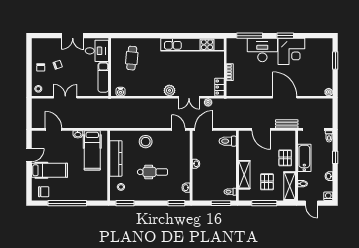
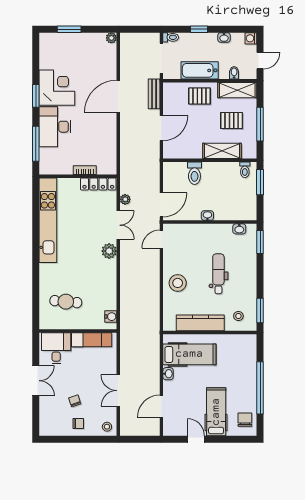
locker: (219, 87) -> (98, 184), width x1.53
door: (204, 129) -> (161, 205), swing flipped
toilet: (228, 141) -> (194, 173), moved

